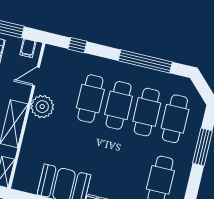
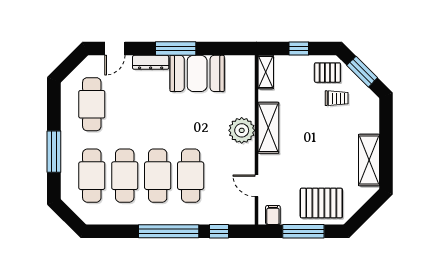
window: (145, 61) -> (169, 231), moved
door: (36, 76) -> (256, 186), swing flipped
plant: (42, 107) -> (242, 130), moved

